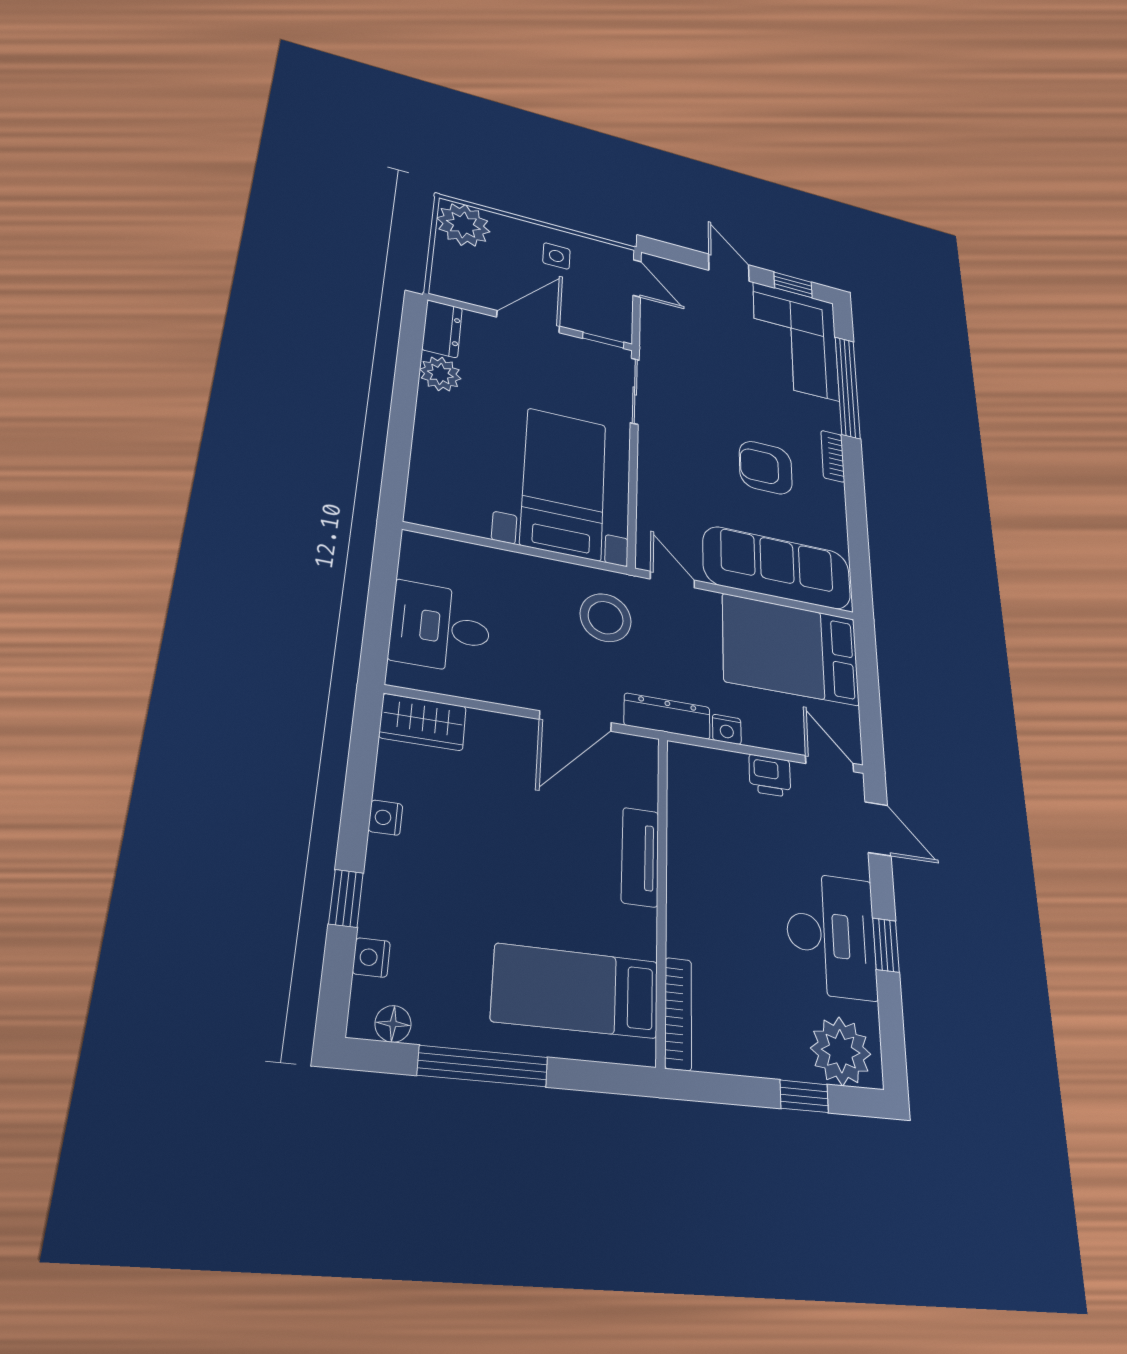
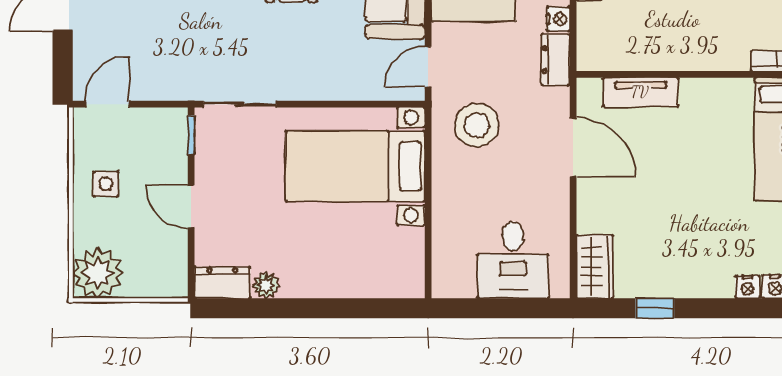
door: (528, 322) -> (191, 206), width x0.73
plant: (440, 374) -> (266, 285), width x0.73, depth x0.73
dresser: (667, 716) -> (555, 60), width x0.70
nightstand: (385, 818) -> (748, 287), moved
tv unit: (640, 857) -> (640, 92), moved
window: (346, 898) -> (655, 308), moved

